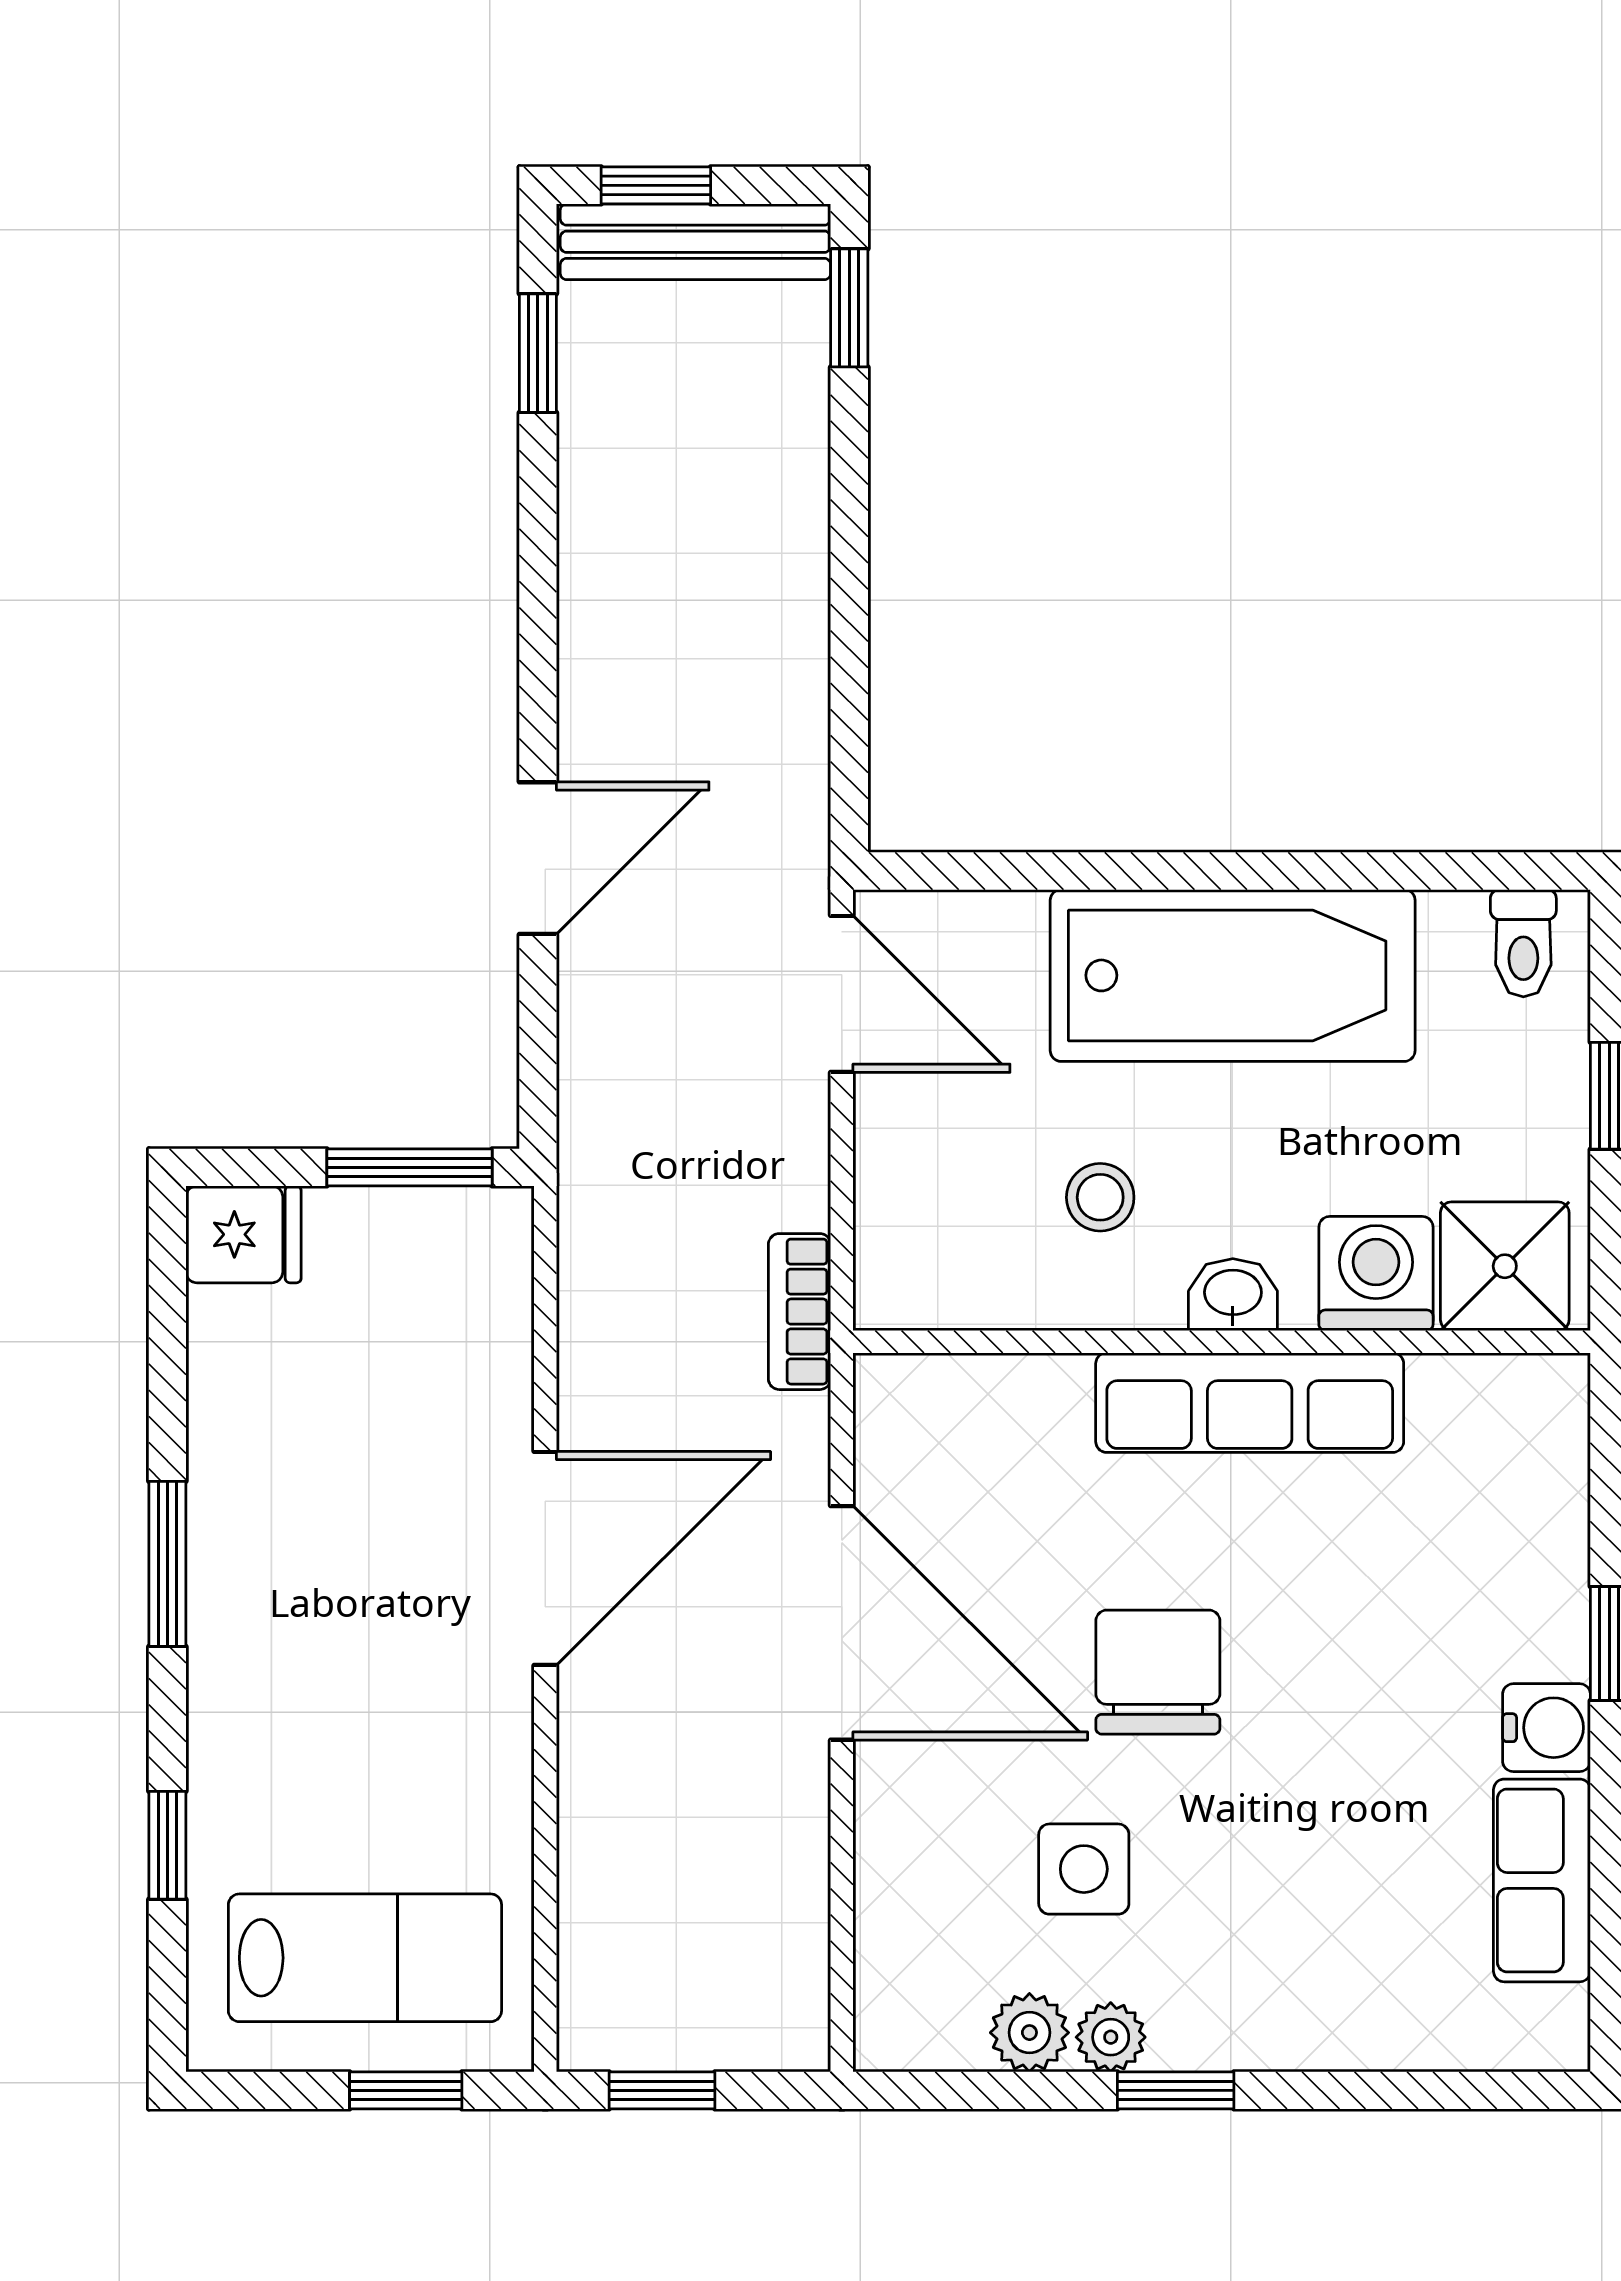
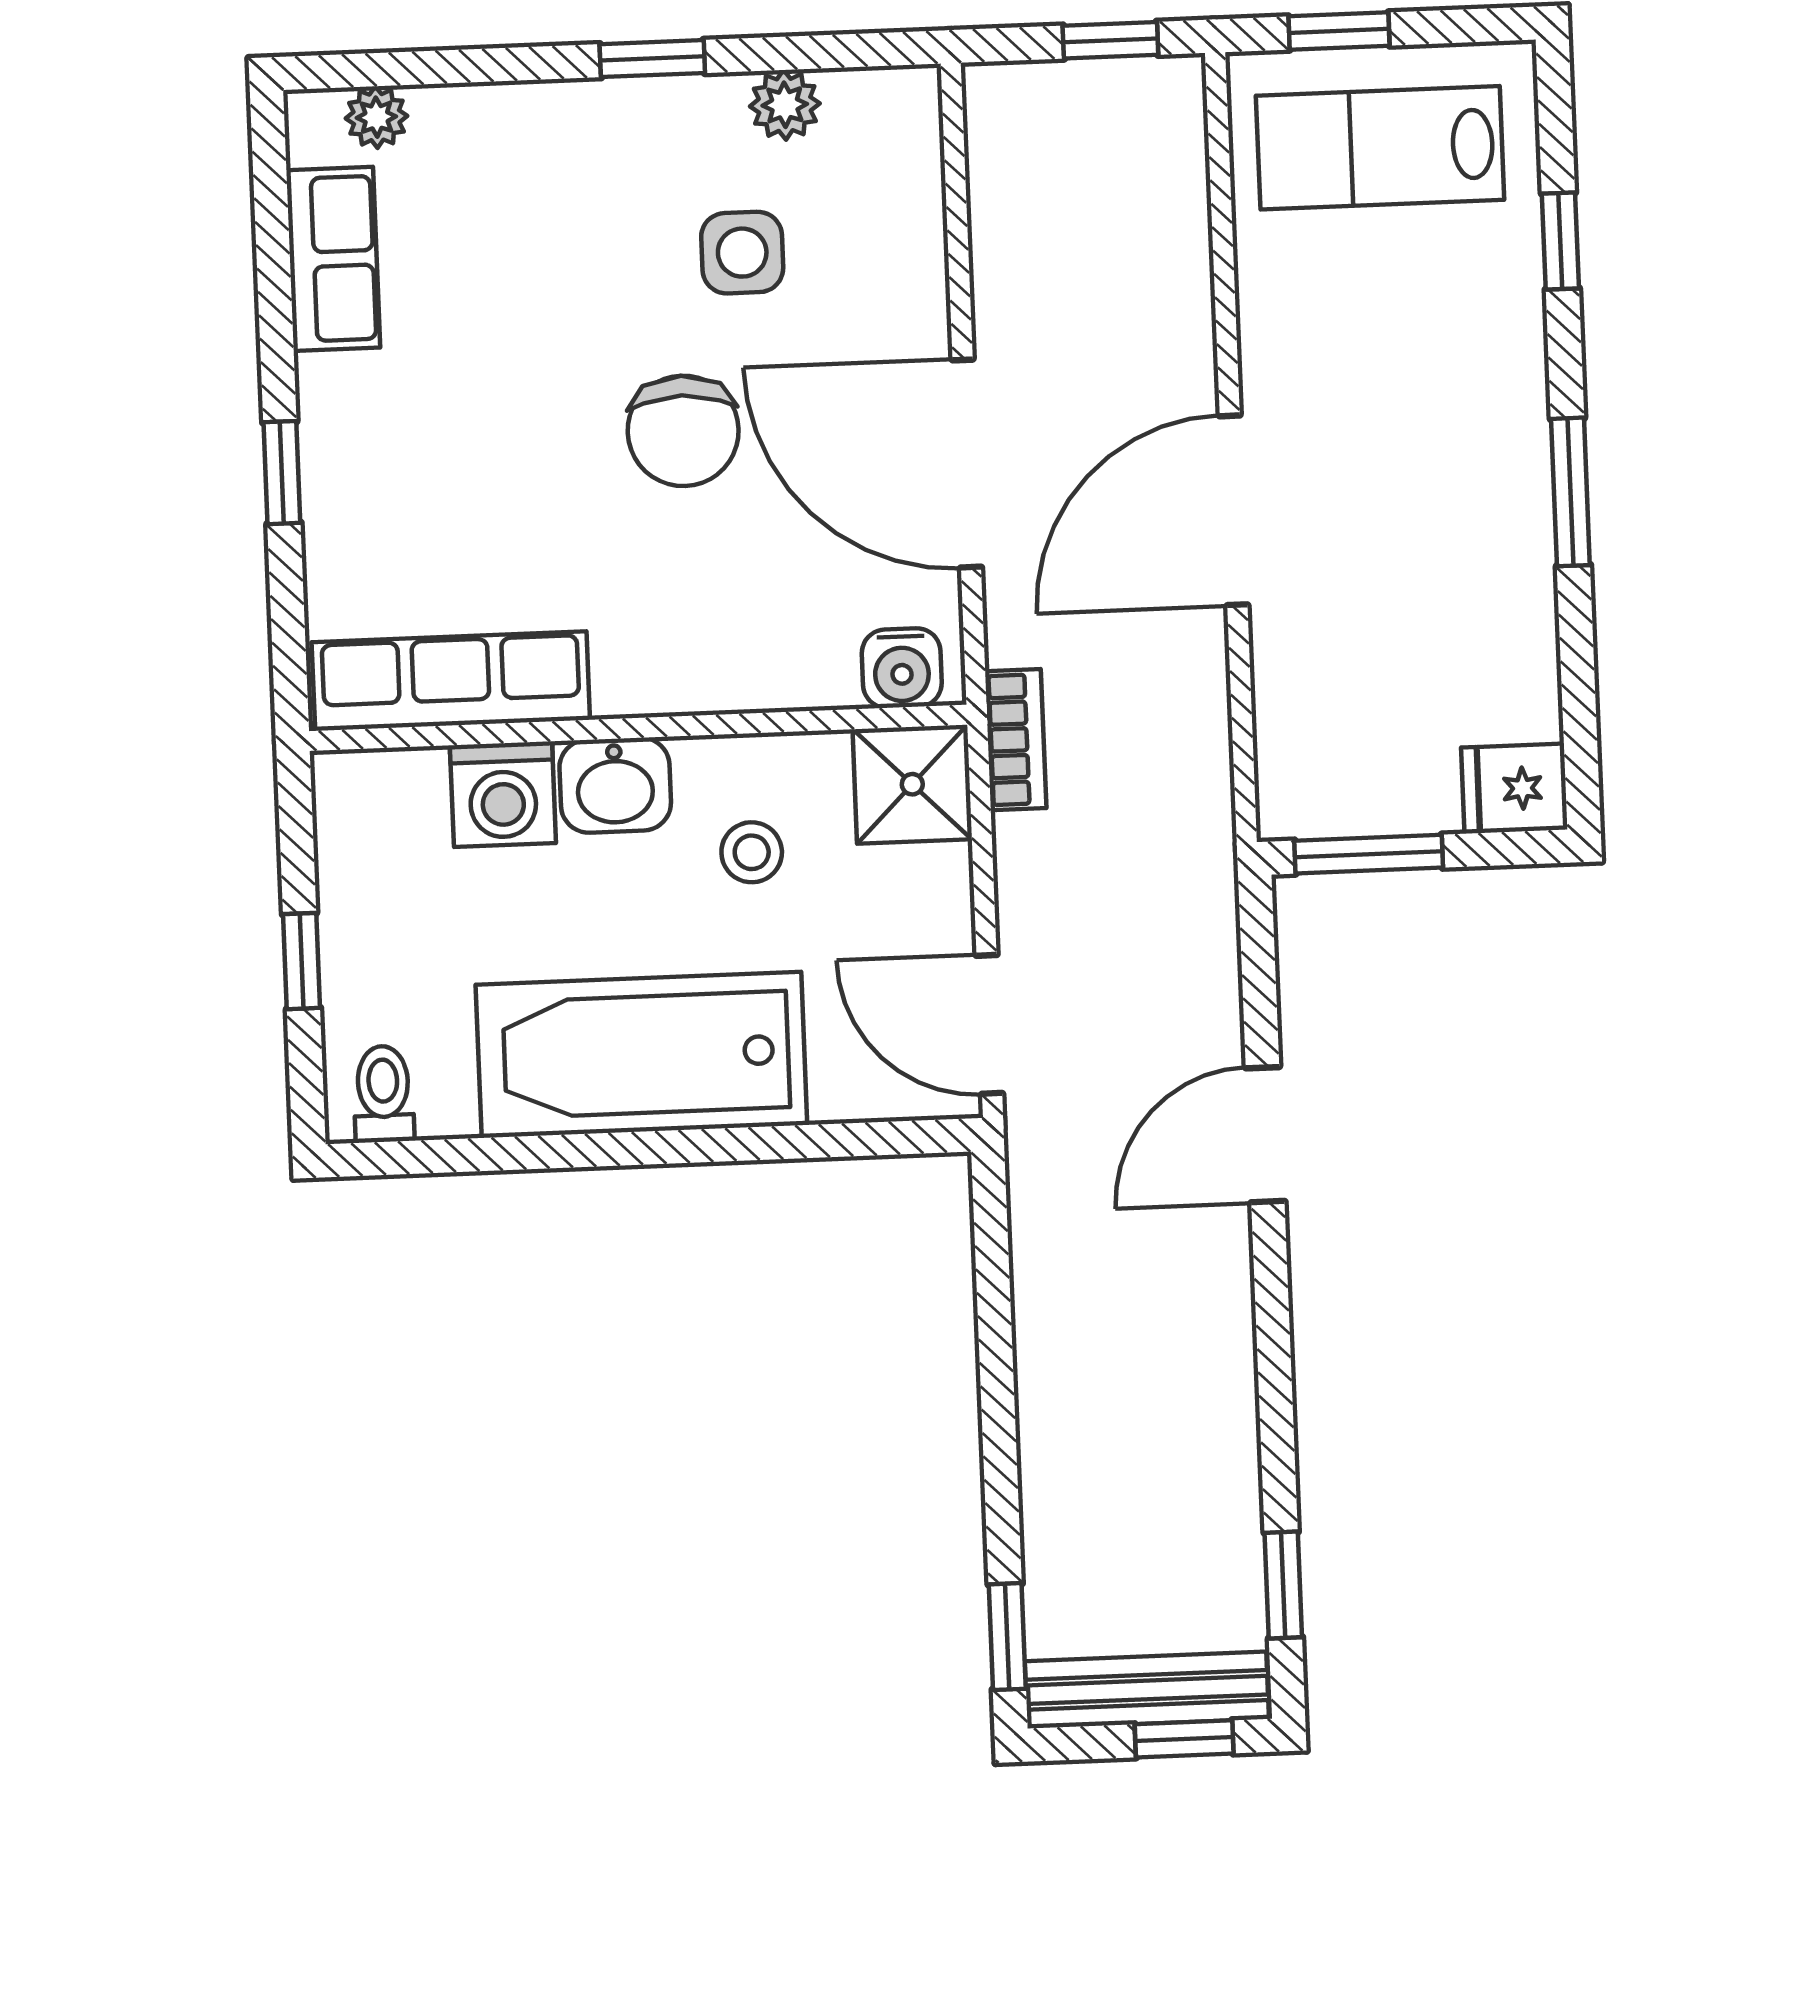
shower: (1505, 1266) -> (912, 784), moved
washbasin: (1233, 1295) -> (615, 785), width x1.38, depth x1.45
row of seats: (1250, 1403) -> (451, 681), moved
water cooler: (1547, 1728) -> (902, 668), moved, turned -90
plant: (1111, 2037) -> (376, 117), moved

